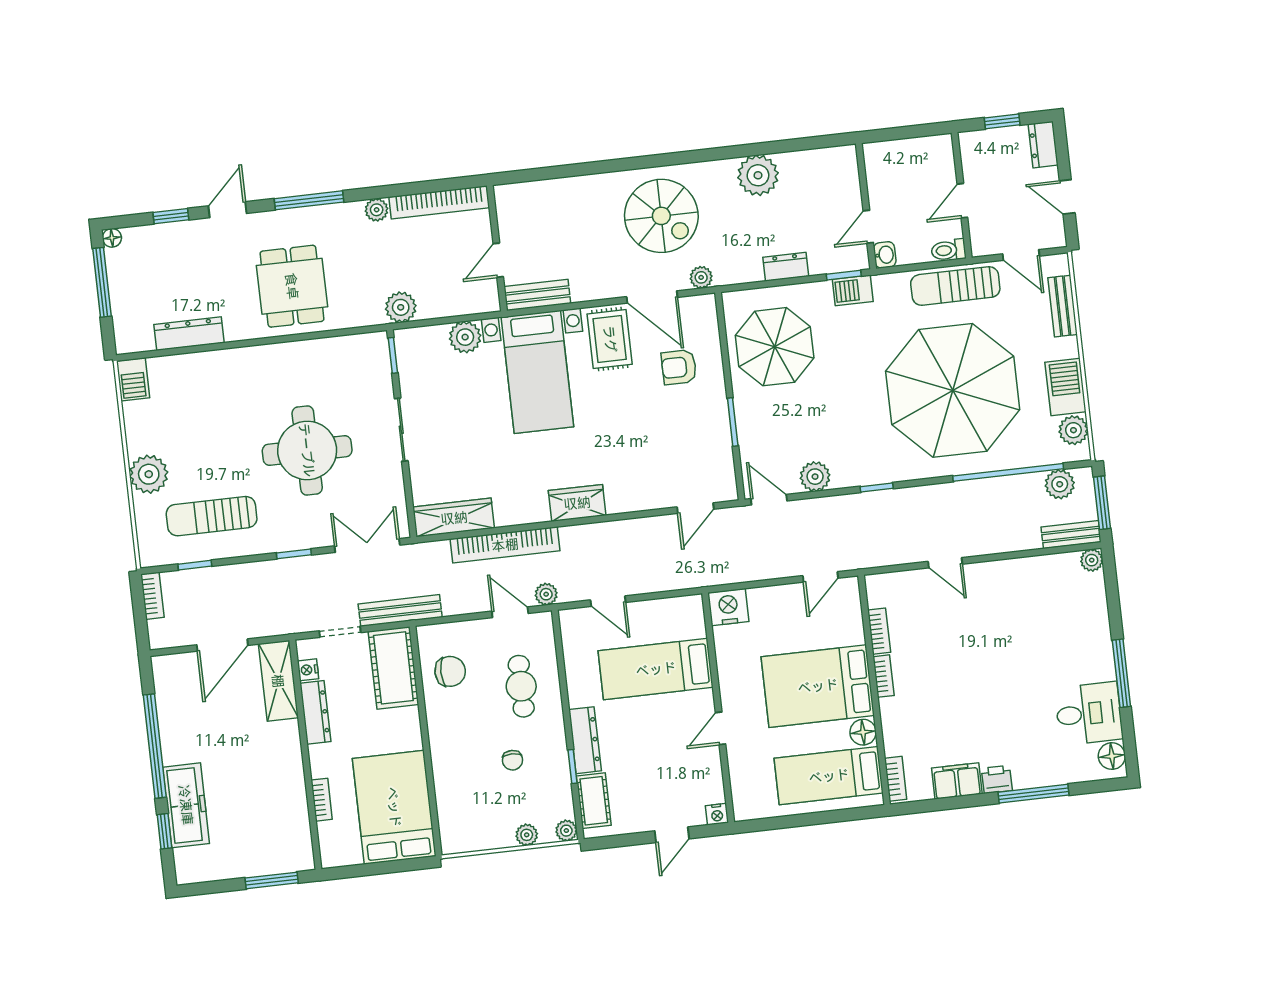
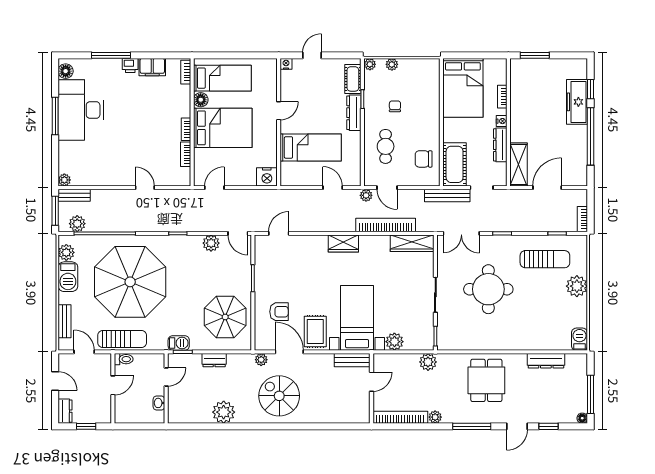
washbasin: (885, 255) -> (159, 403), moved
nightstand: (308, 670) -> (502, 121), moved
desk: (1089, 714) -> (81, 110), width x1.87, depth x1.30

